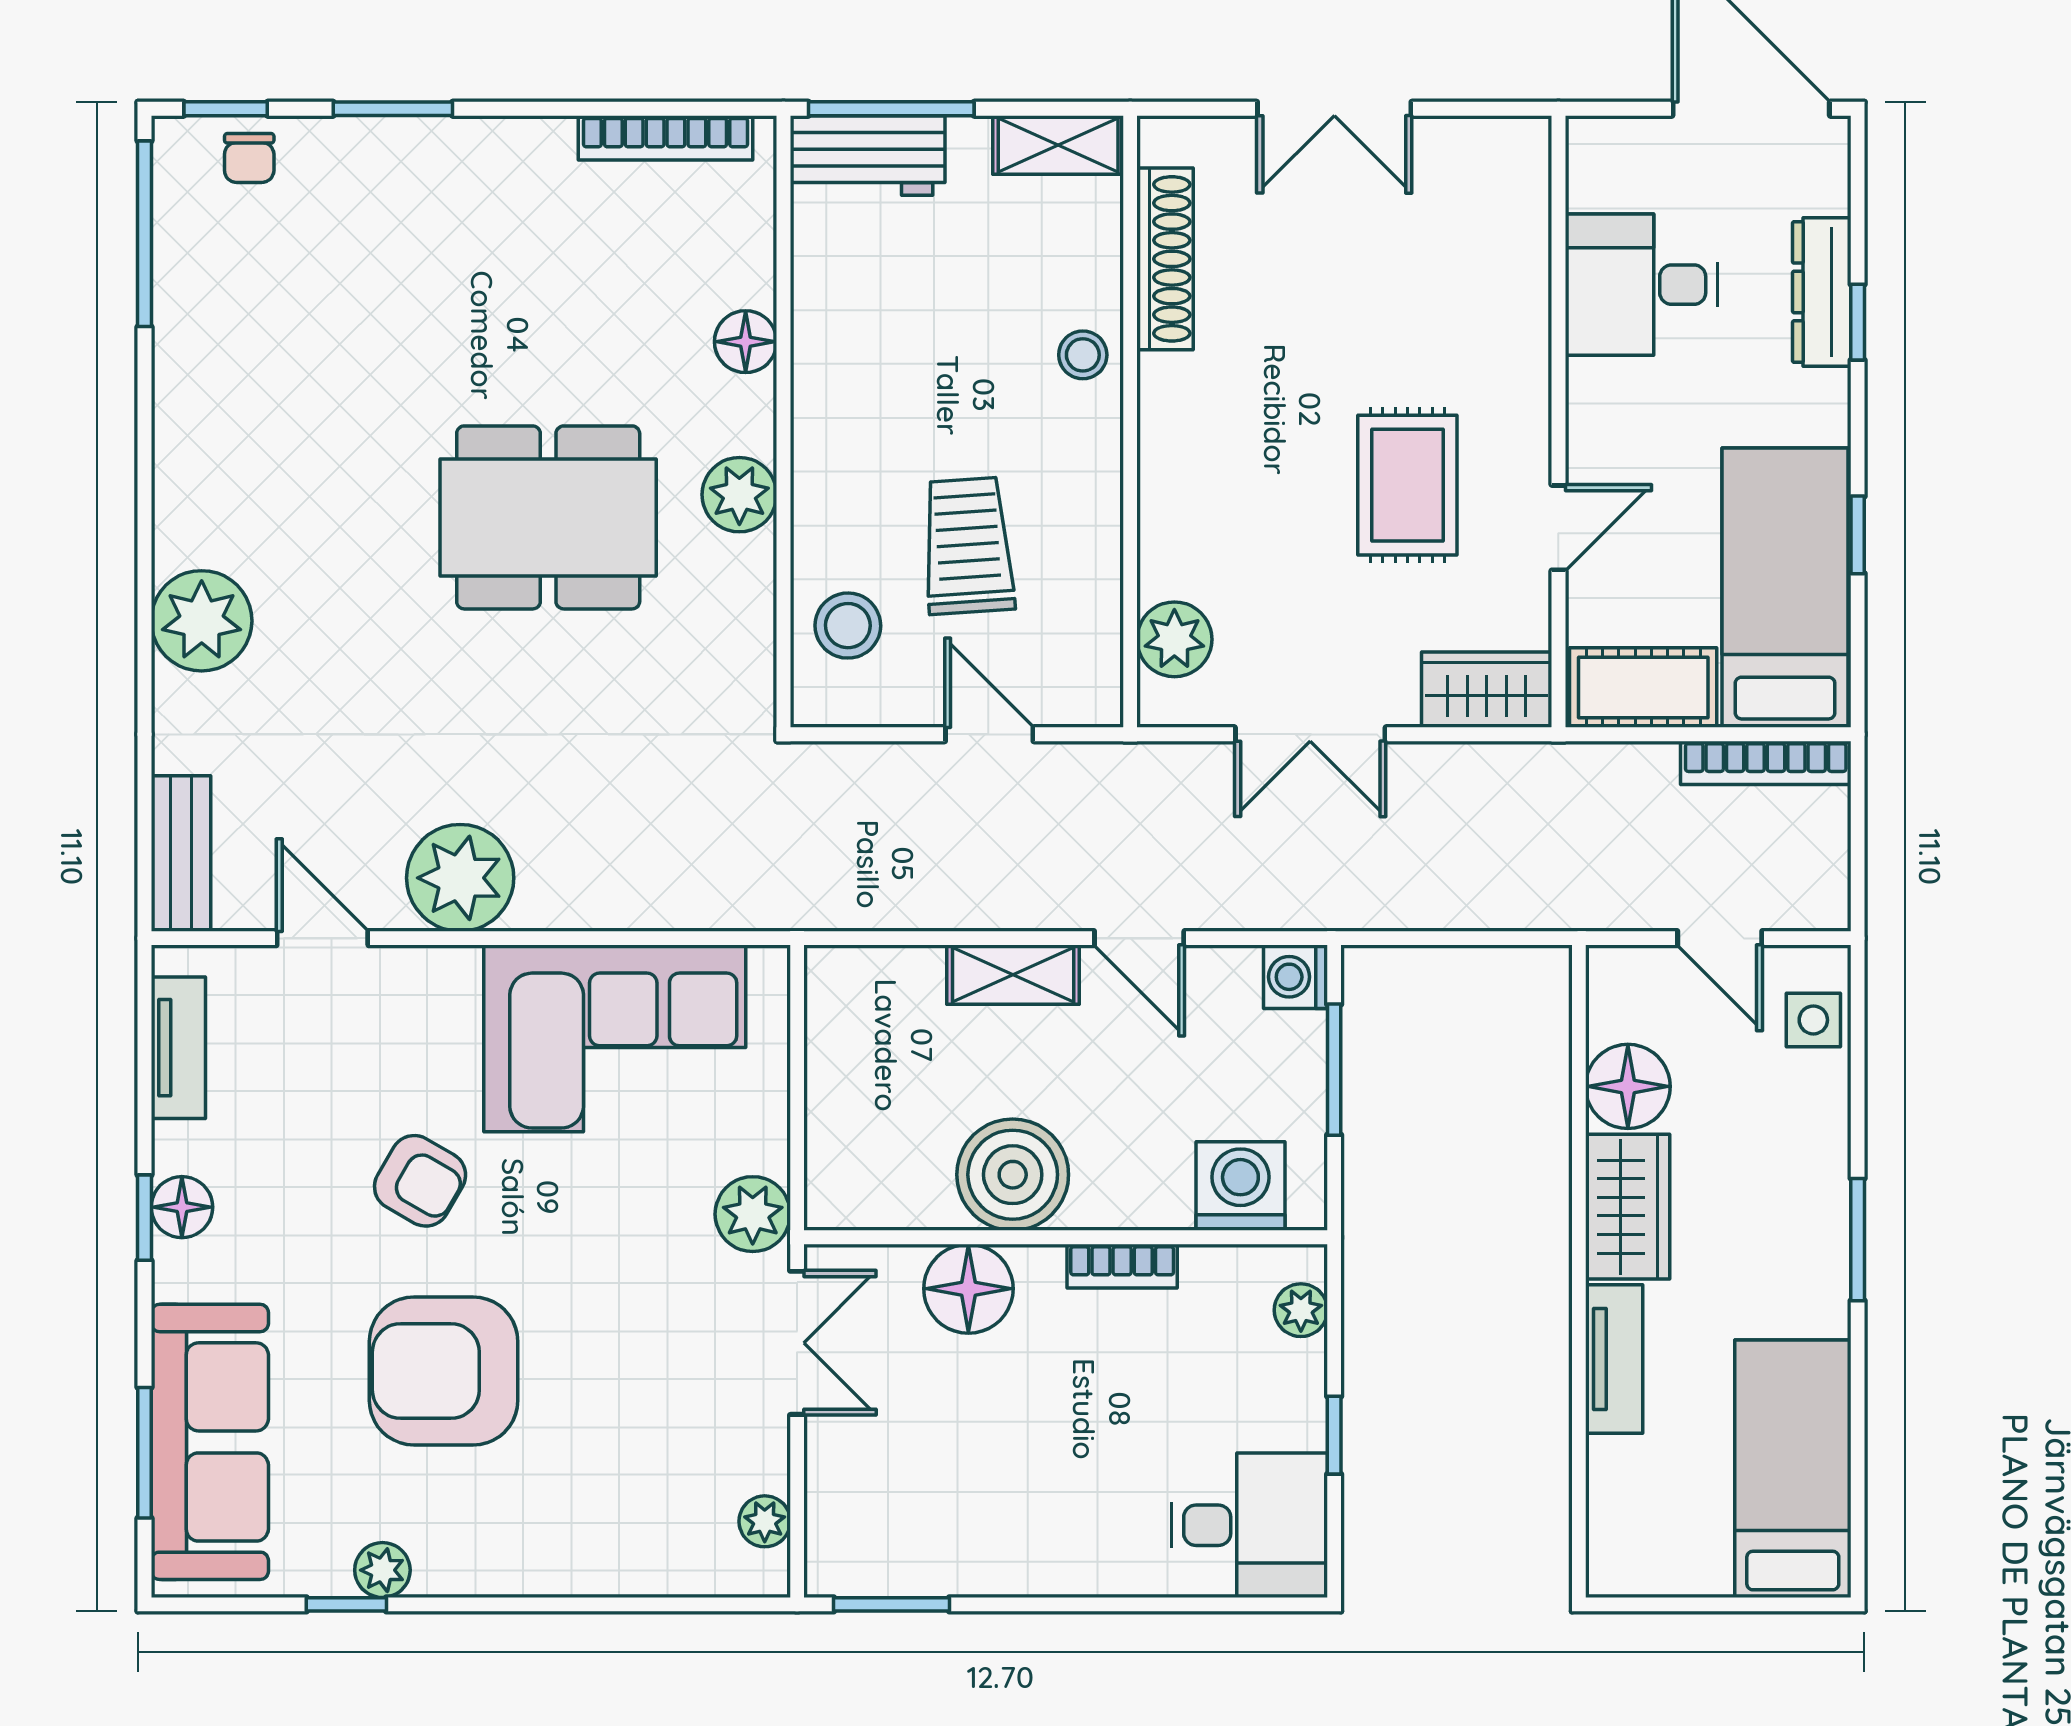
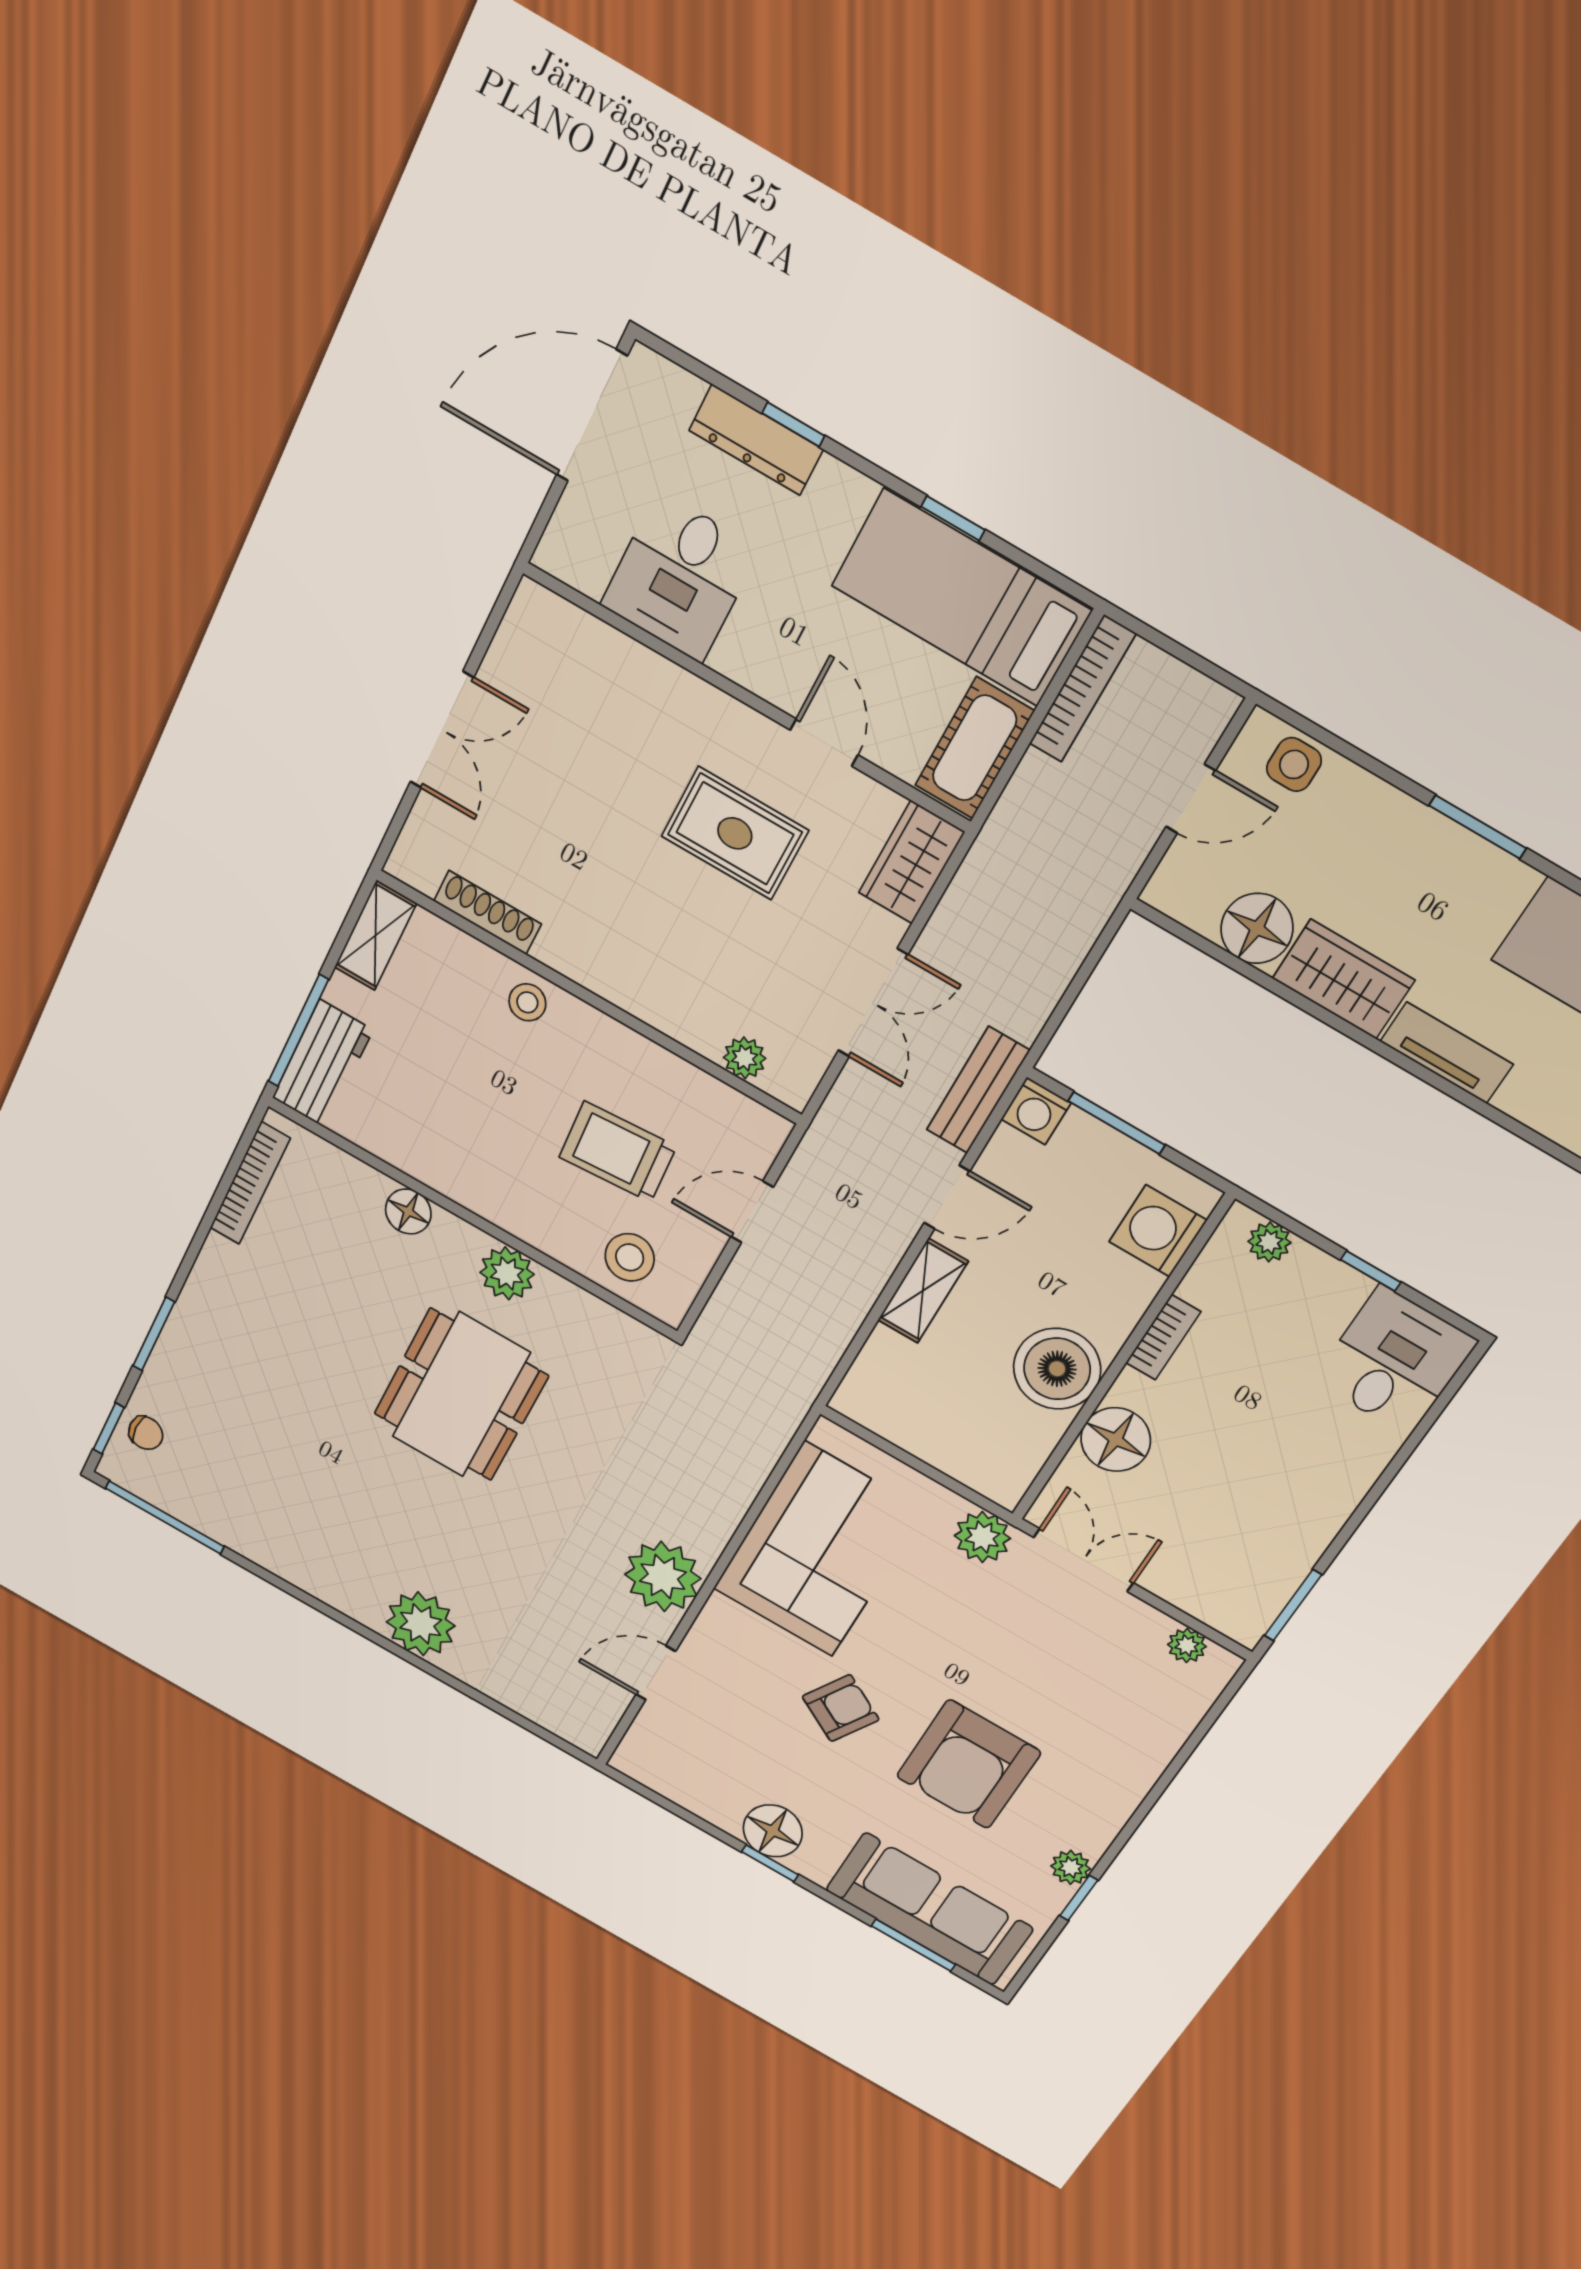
shoe rack: (1165, 259) -> (487, 913), width x0.74, depth x0.81
plant: (1174, 639) -> (745, 1058), width x0.73, depth x0.73
bench: (181, 853) -> (978, 1090), moved, turned 90
tv unit: (178, 1048) -> (677, 1787), removed
floor lamp: (182, 1207) -> (773, 1831), width x1.38, depth x1.38

